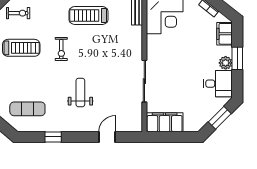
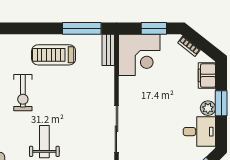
exercise bike: (61, 49) -> (23, 93), width x1.38, depth x1.39

